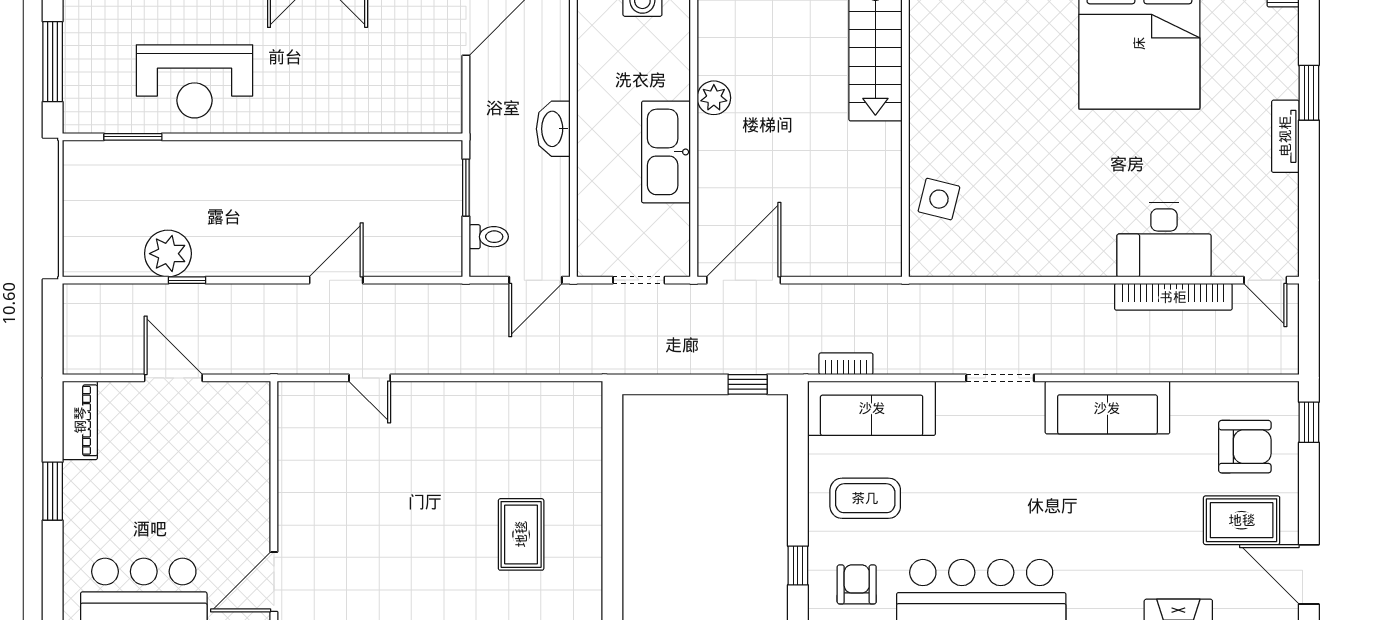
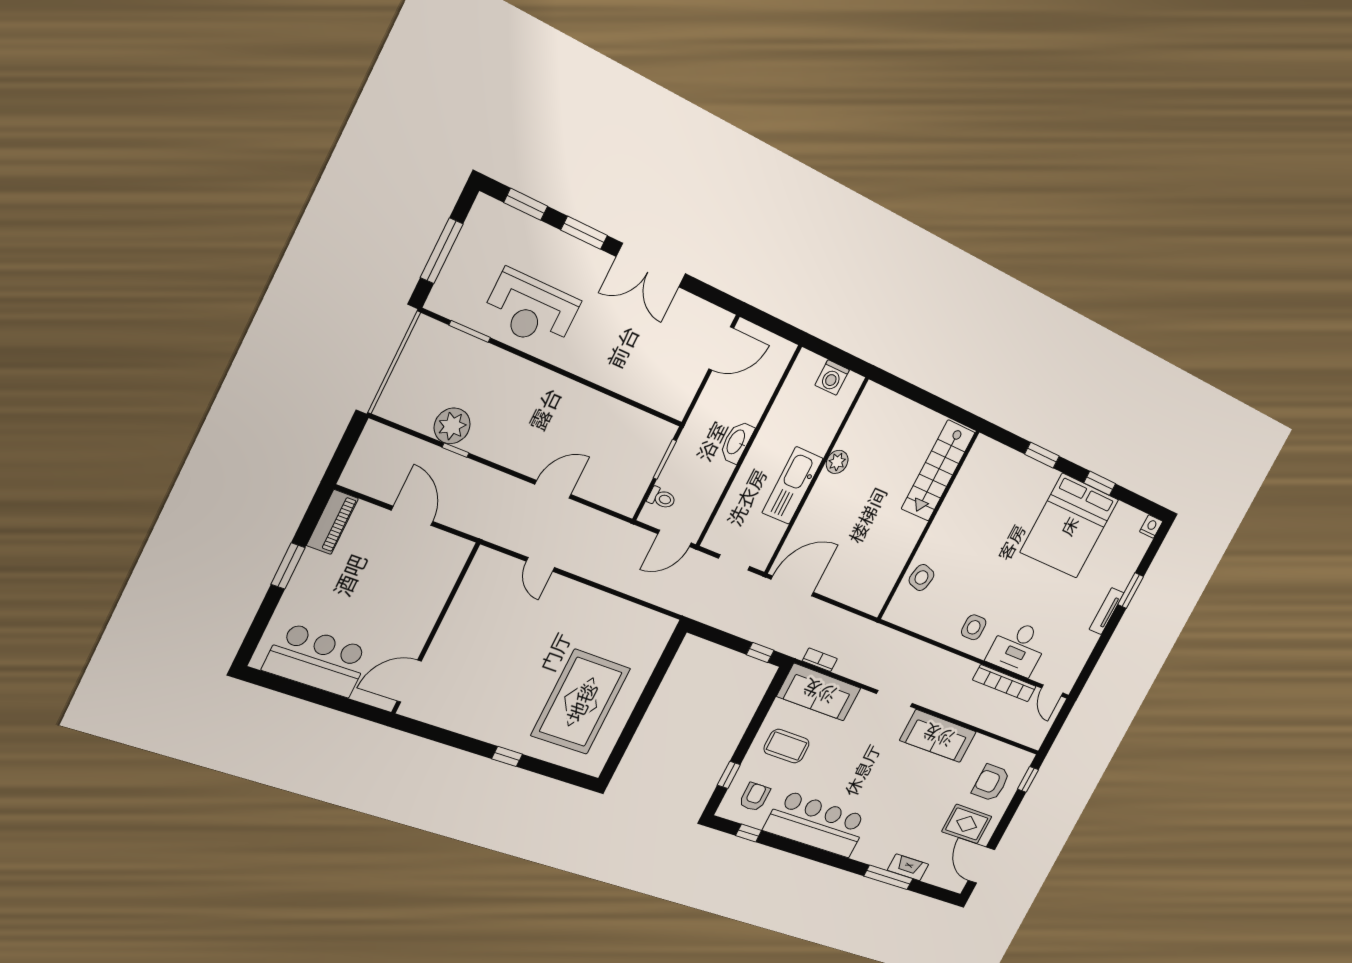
side table: (1069, 237) -> (974, 627), added
armchair: (1245, 447) -> (991, 783), turned 180
rug: (521, 534) -> (581, 702), width x1.86, depth x2.06

